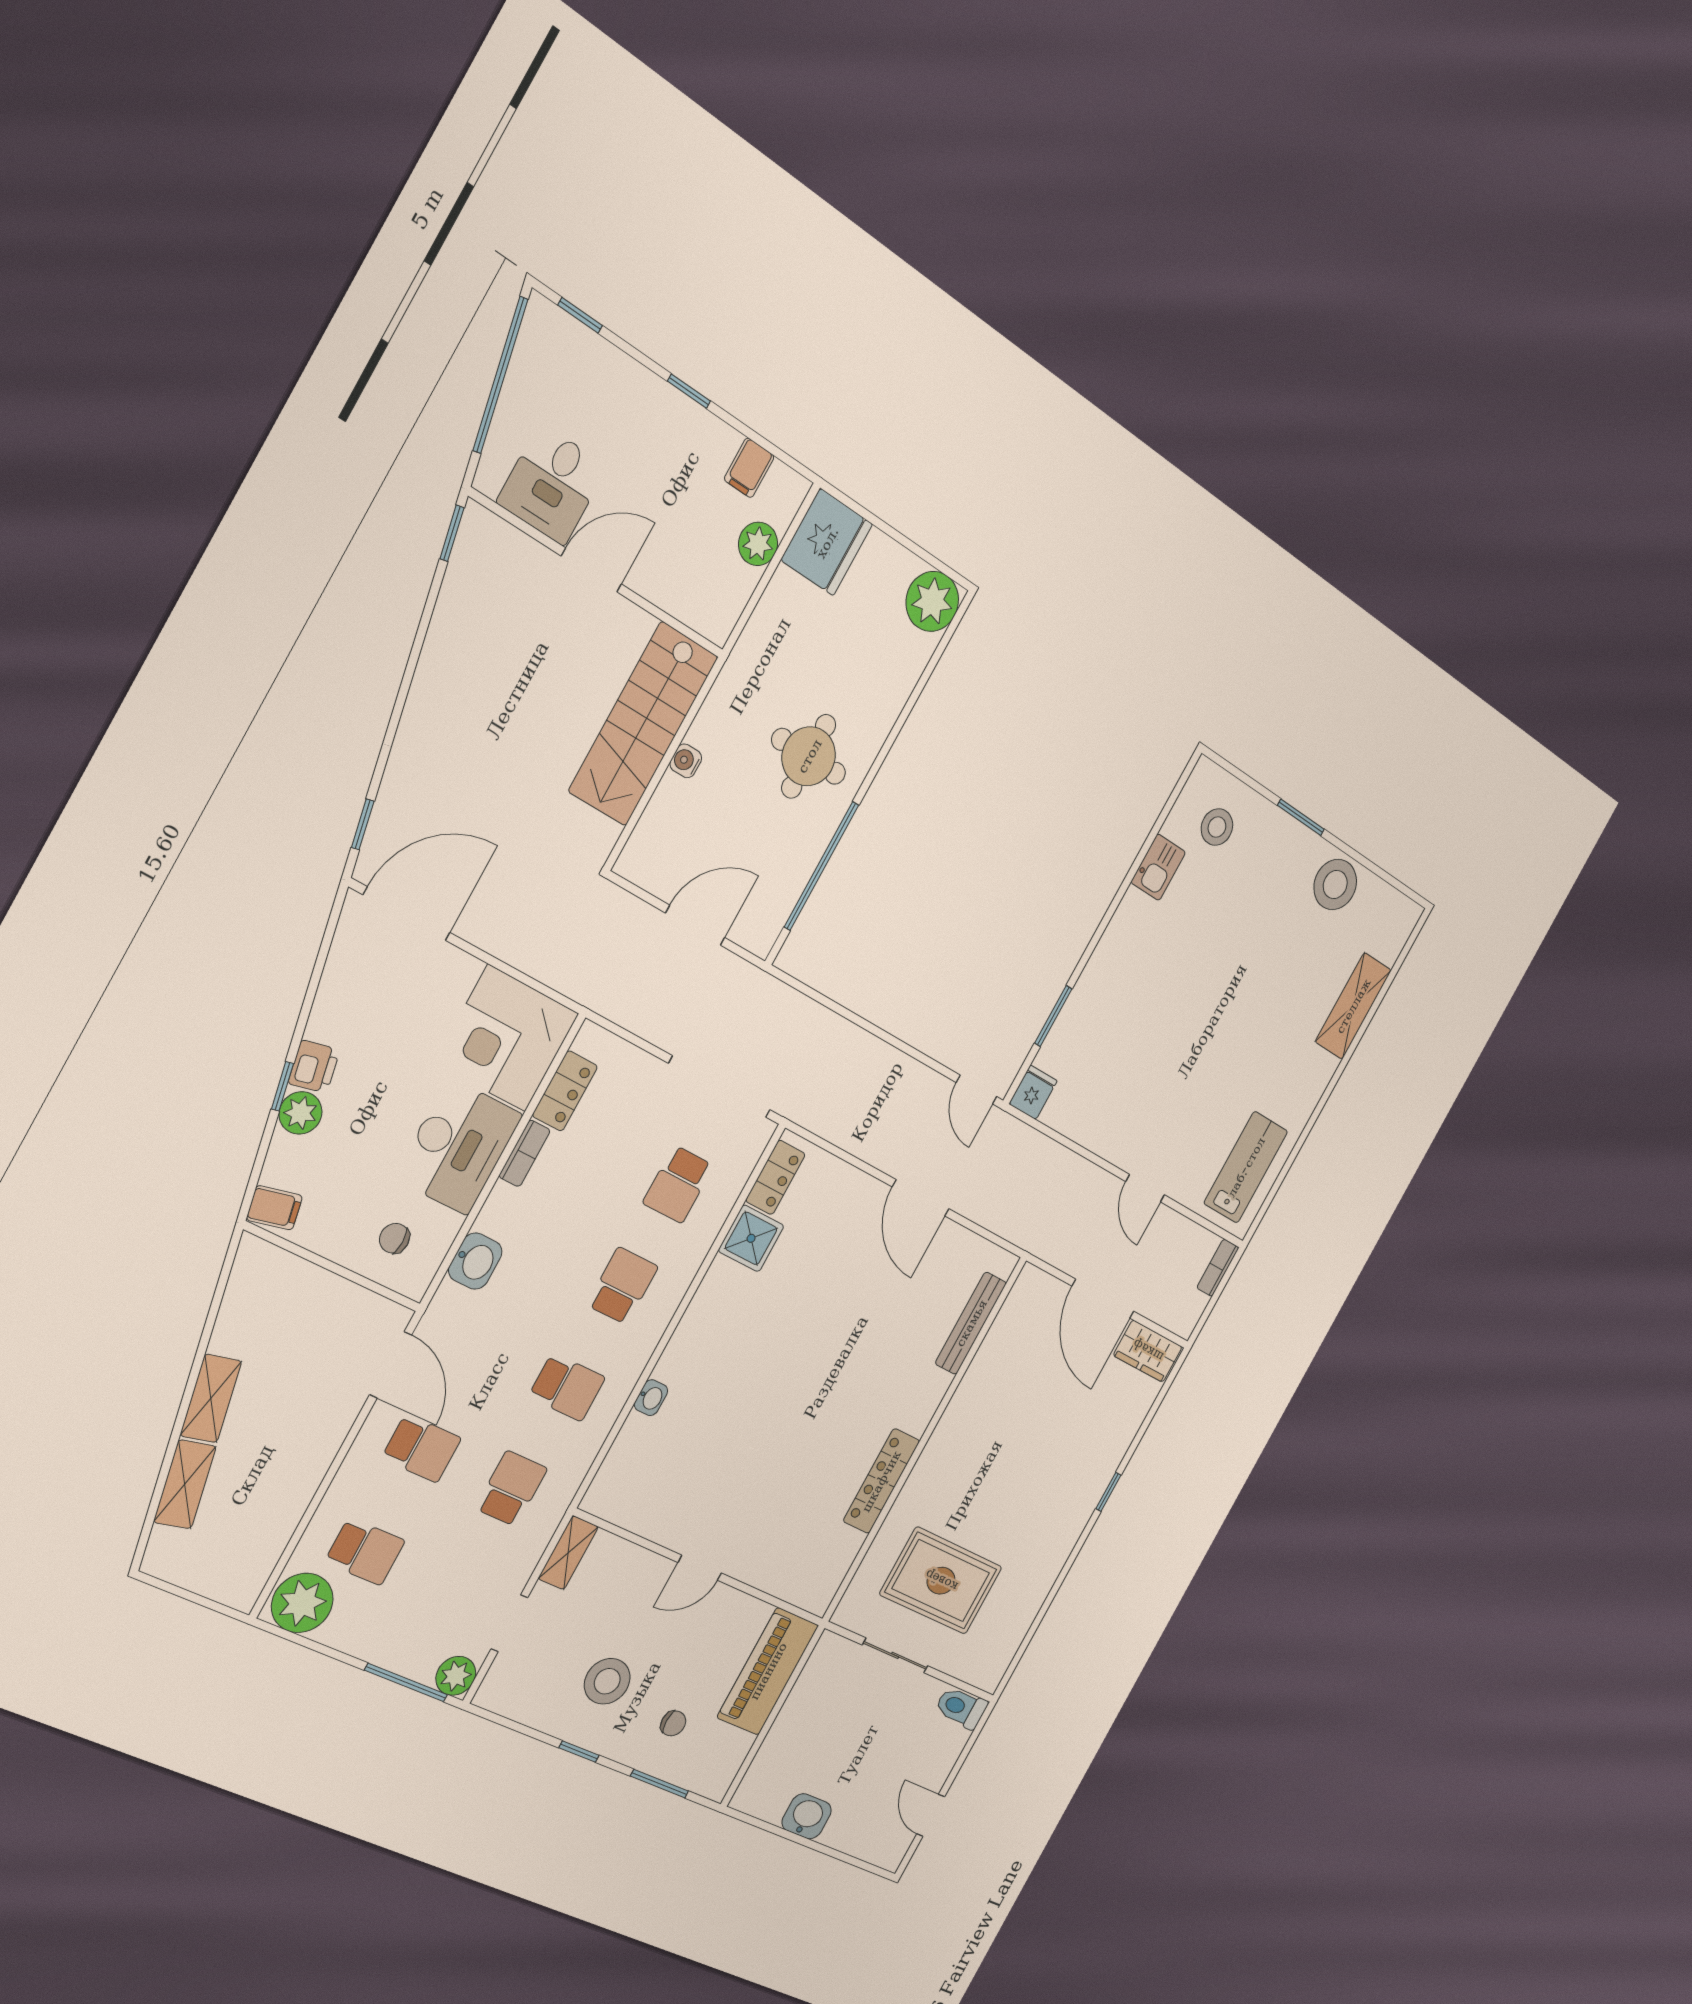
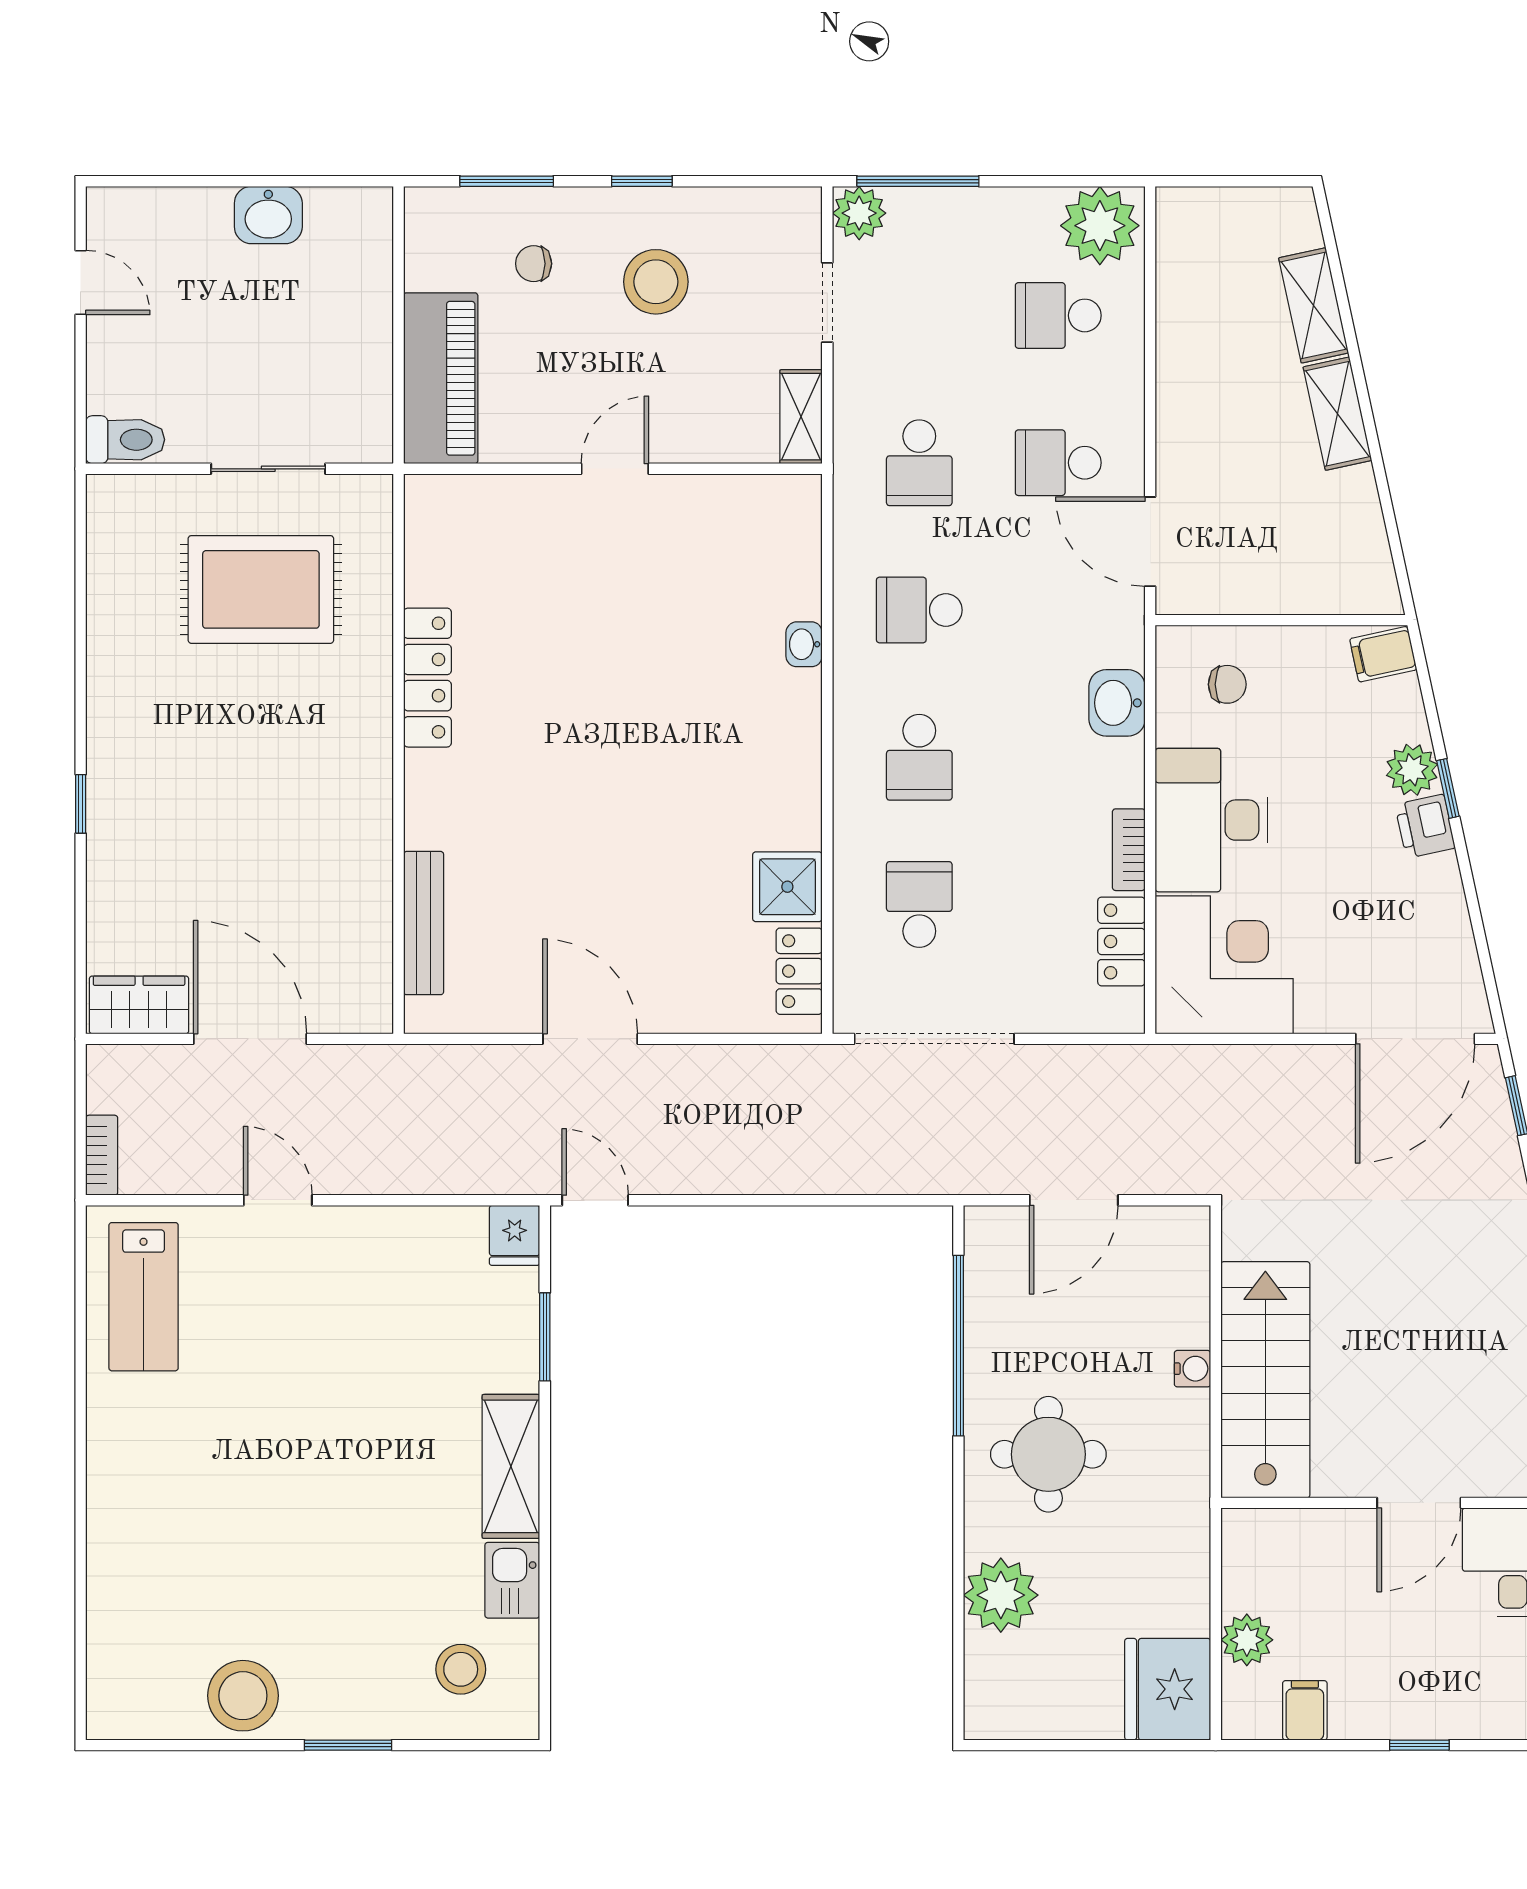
plant: (932, 601) -> (1001, 1595), moved
shelving: (1353, 1006) -> (511, 1466), moved

